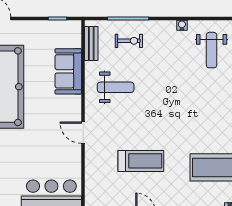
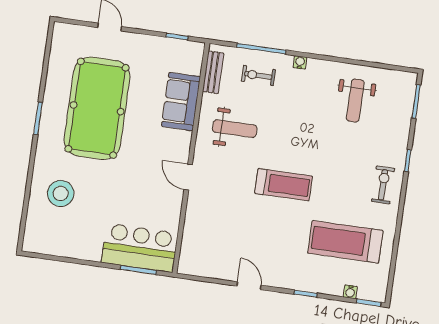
water cooler: (182, 25) -> (300, 62), moved
exercise bike: (129, 41) -> (258, 75), turned 180
treadmill: (141, 161) -> (284, 185), moved

